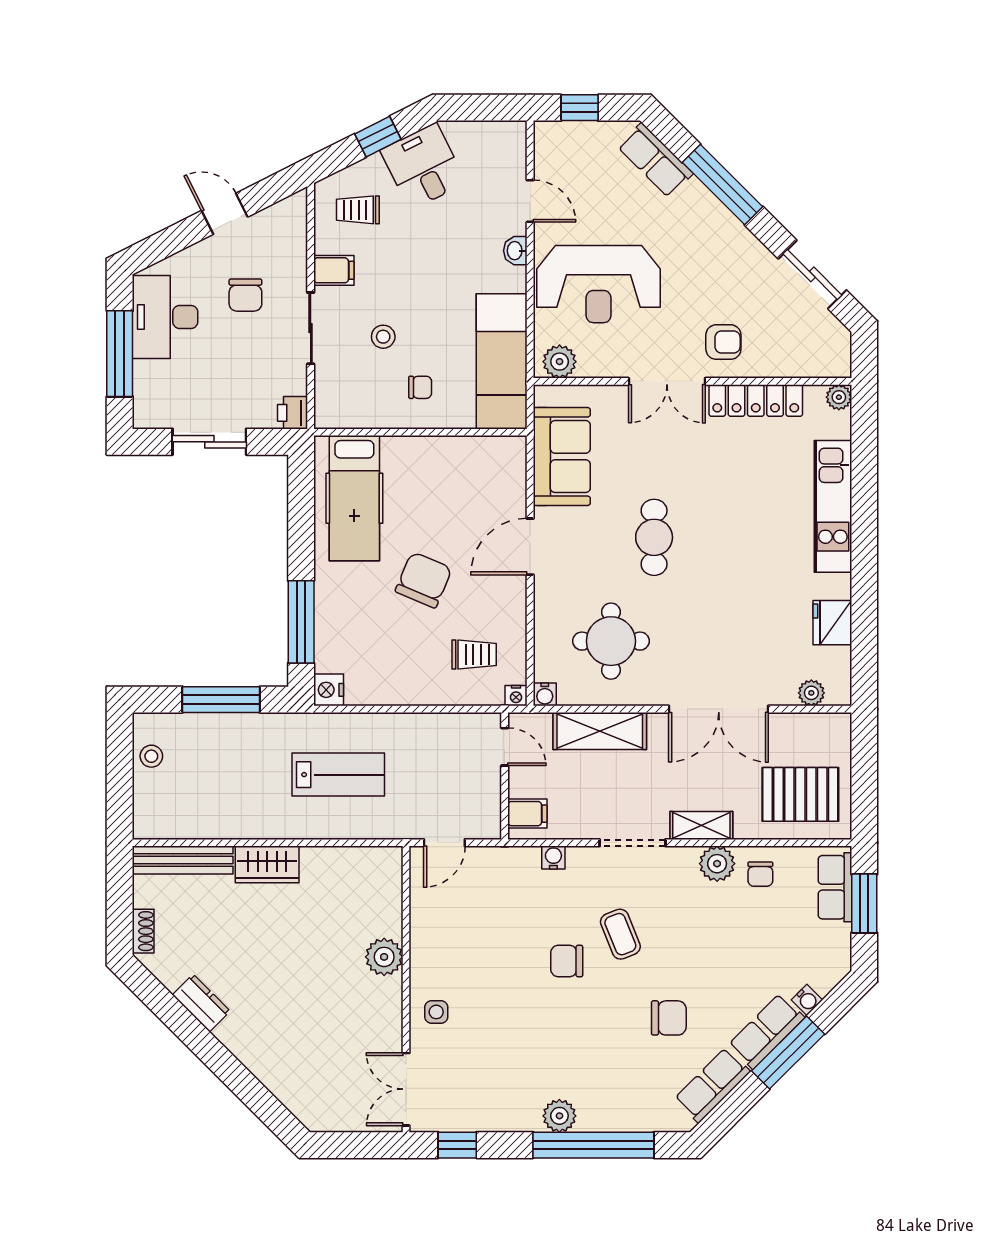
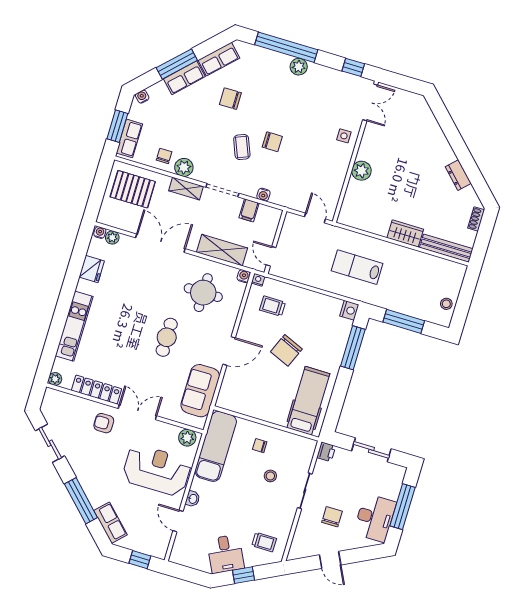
filing cabinet: (334, 270) -> (285, 516), removed
water cooler: (837, 695) -> (100, 232), added
filing cabinet: (527, 814) -> (249, 210), moved, turned -90
door: (444, 843) -> (315, 218), hinge flipped
water cooler: (807, 1000) -> (142, 97), moved

